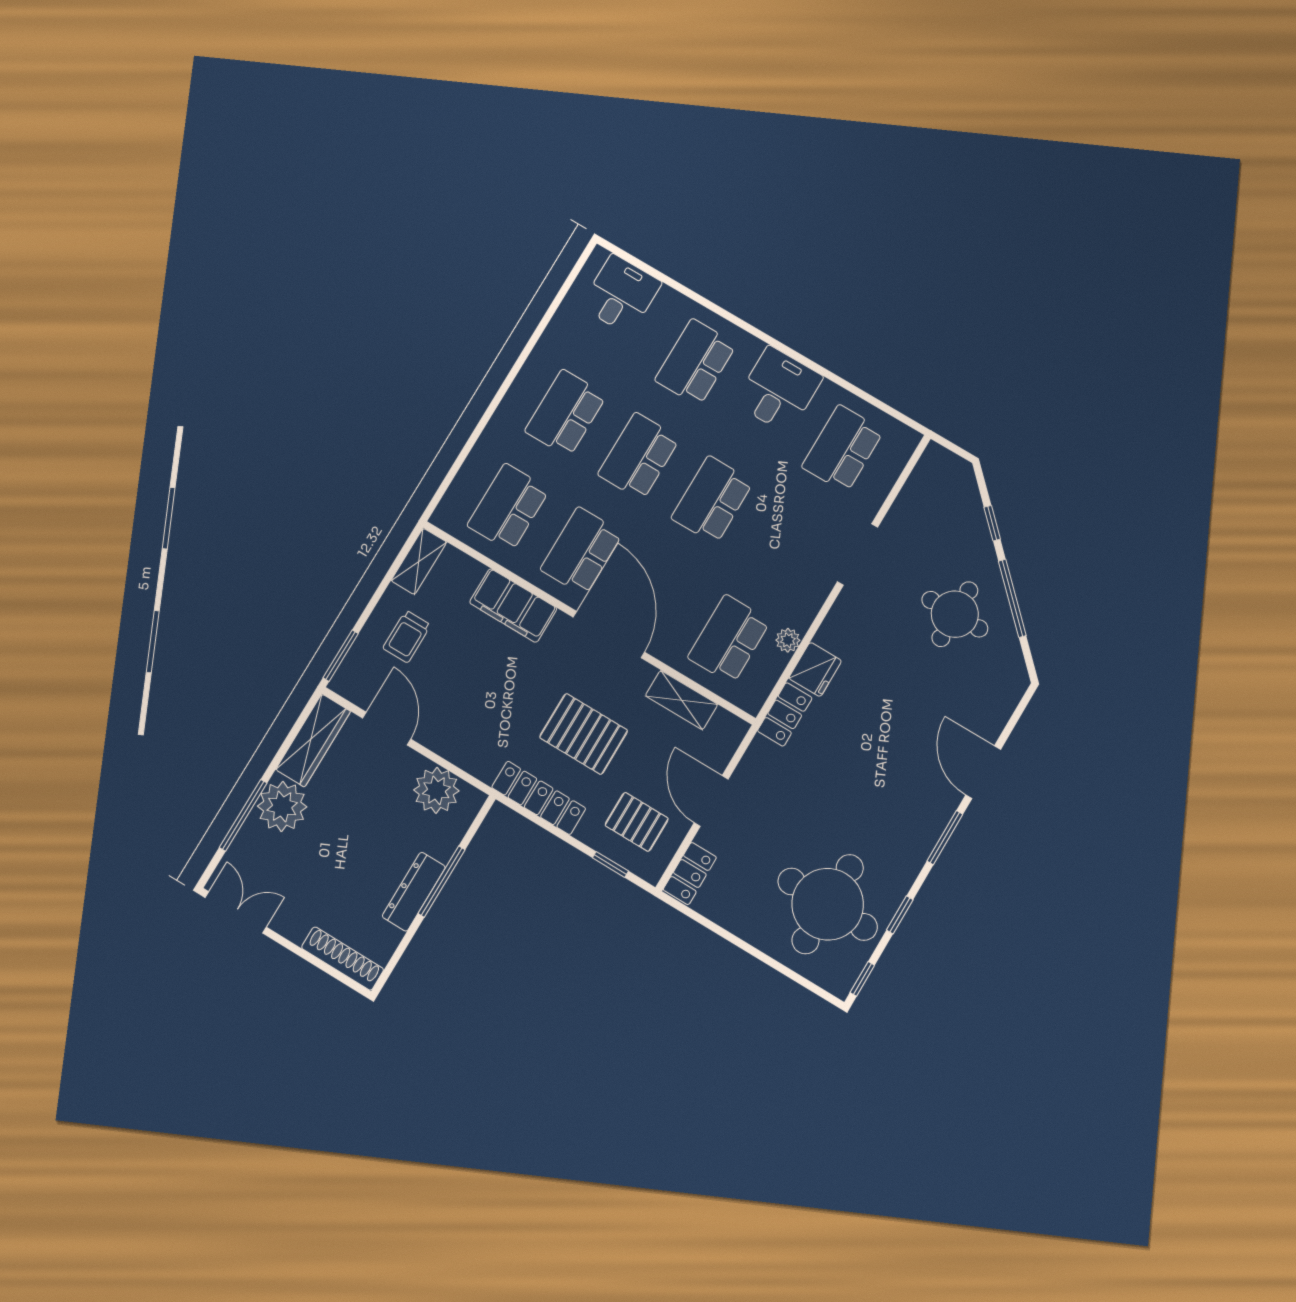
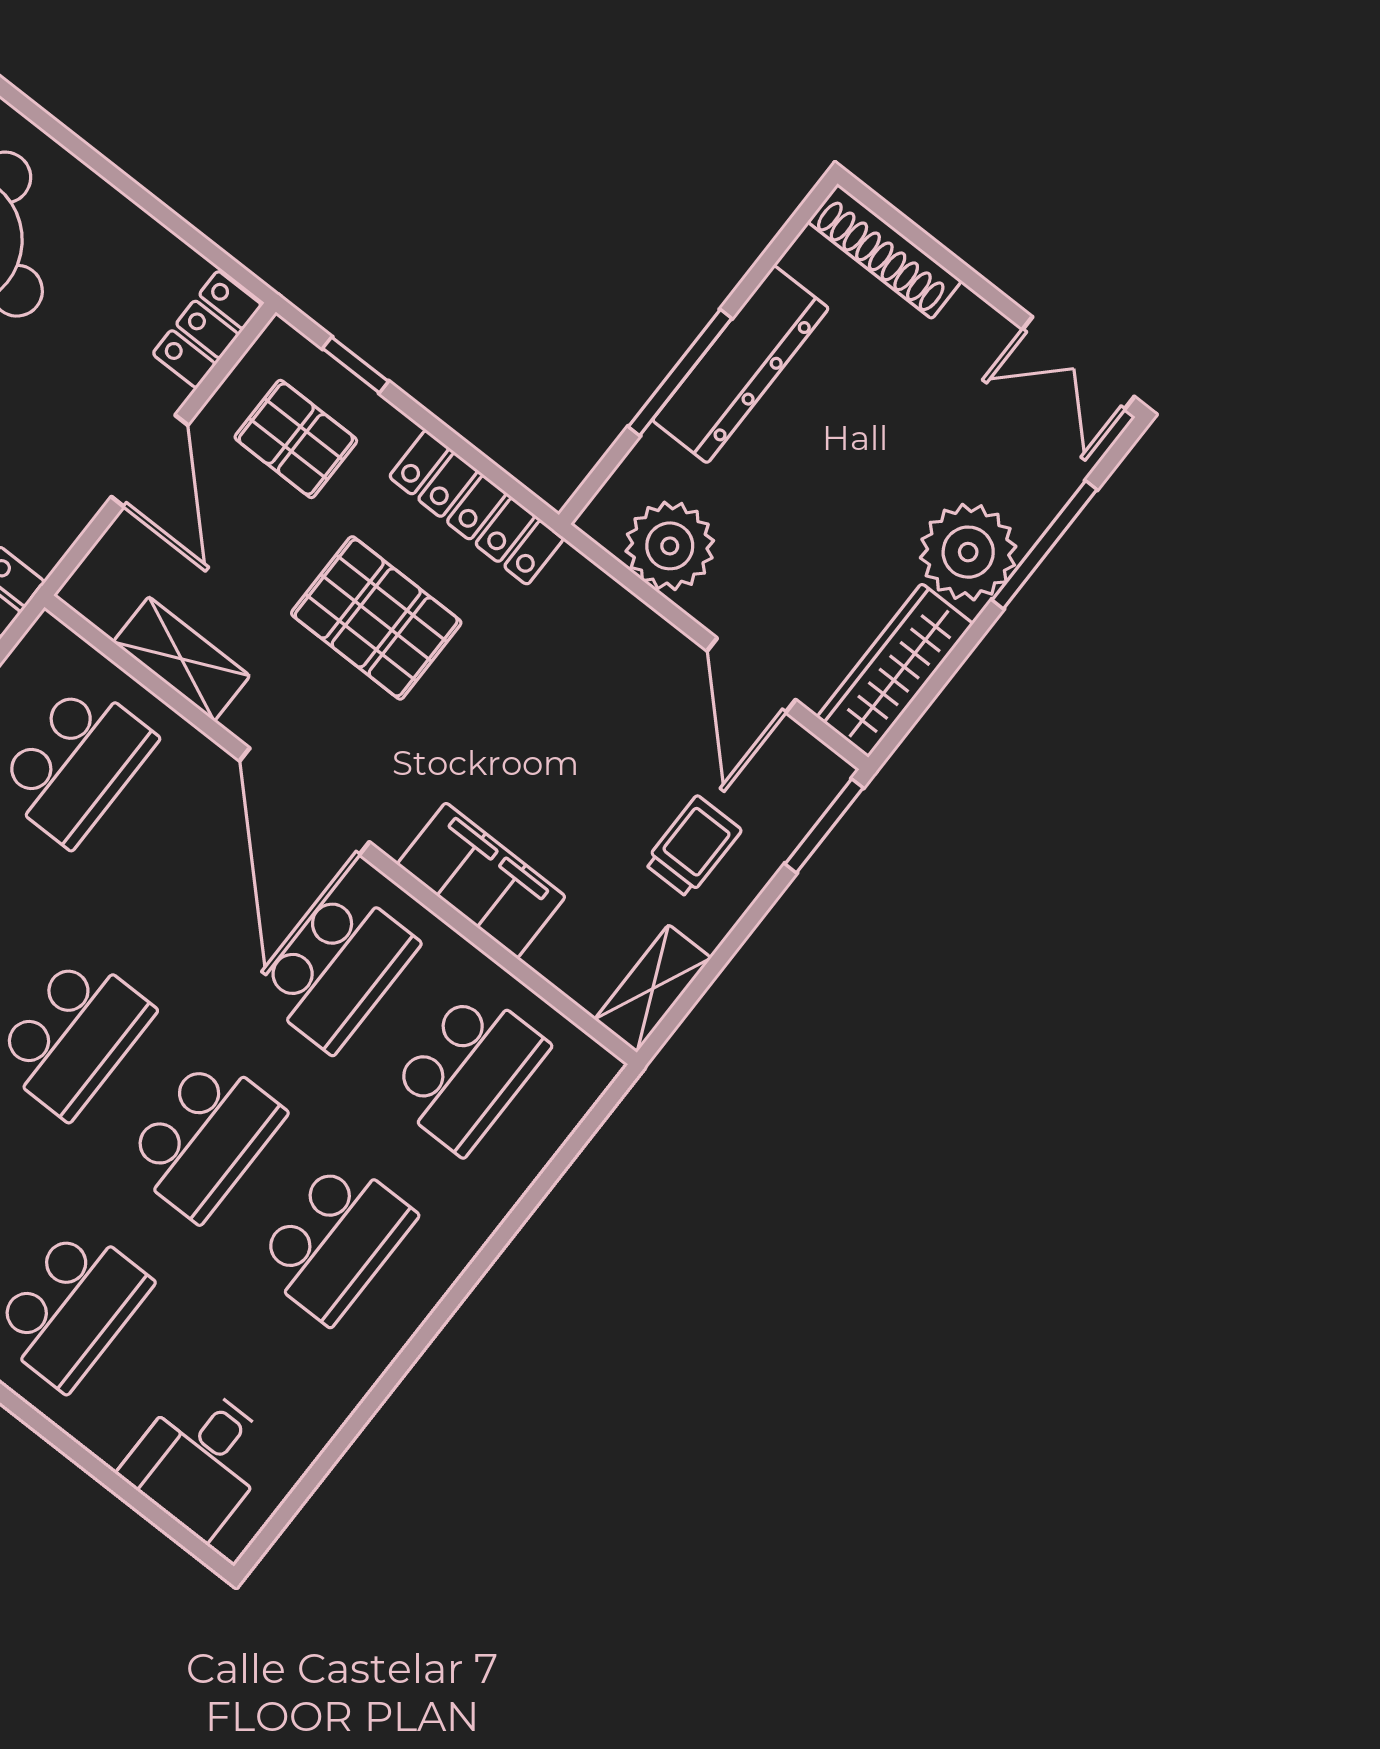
dresser: (414, 892) -> (740, 364), width x1.37, depth x1.24

